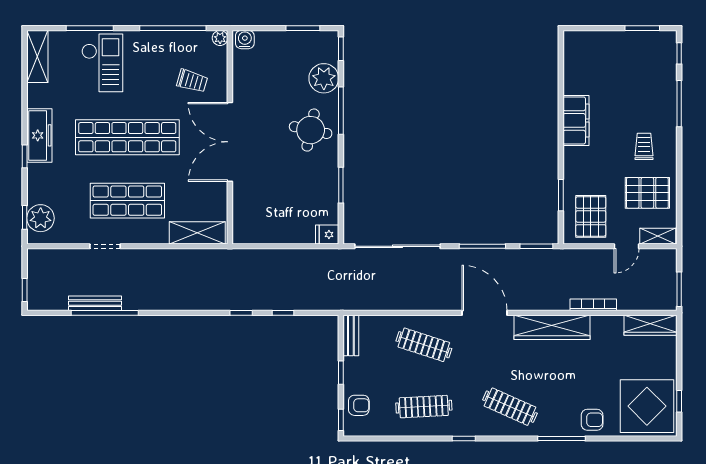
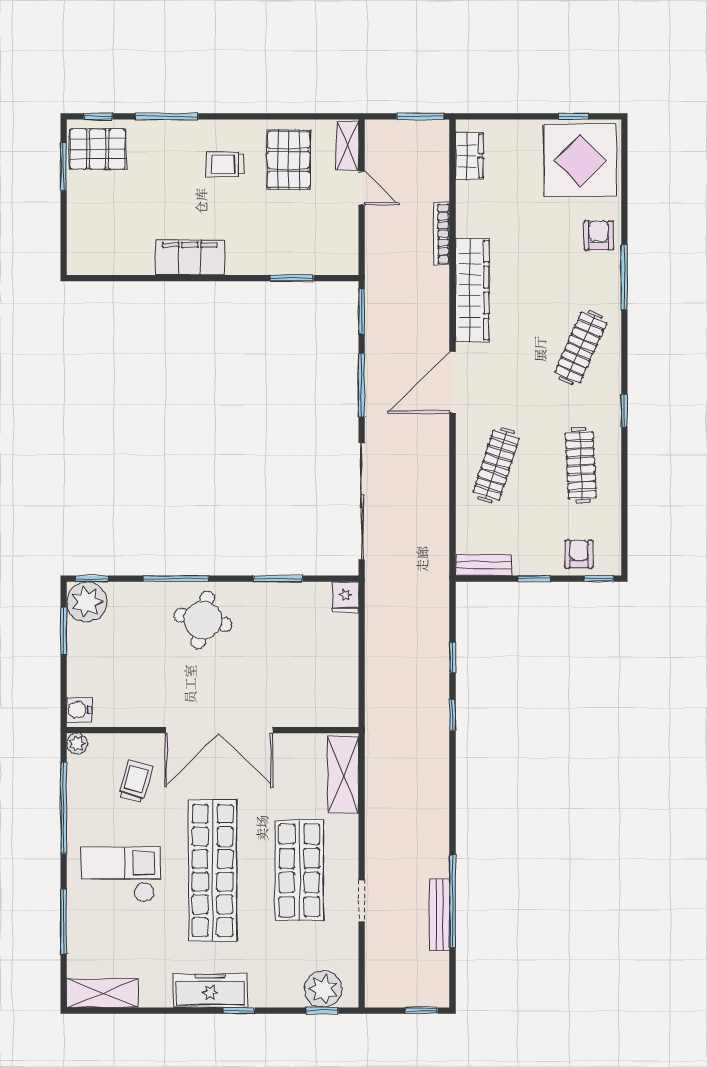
checkout: (102, 63) -> (121, 874), moved
plant: (324, 78) -> (87, 602), moved
pallet: (591, 216) -> (98, 149), moved
wardrobe: (650, 325) -> (469, 156), width x0.67

